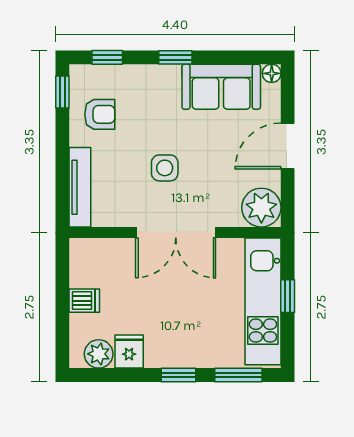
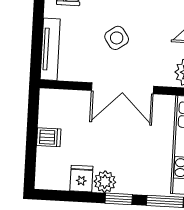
side table: (165, 168) -> (117, 38), turned -35
plant: (99, 354) -> (105, 182), moved

